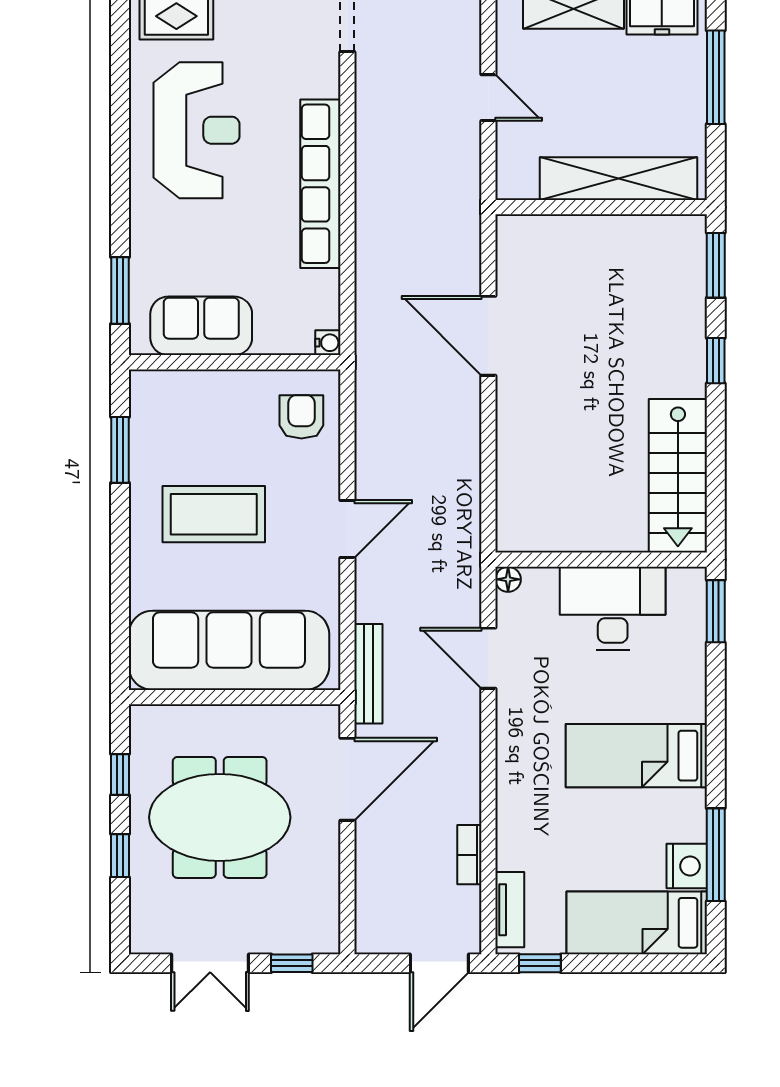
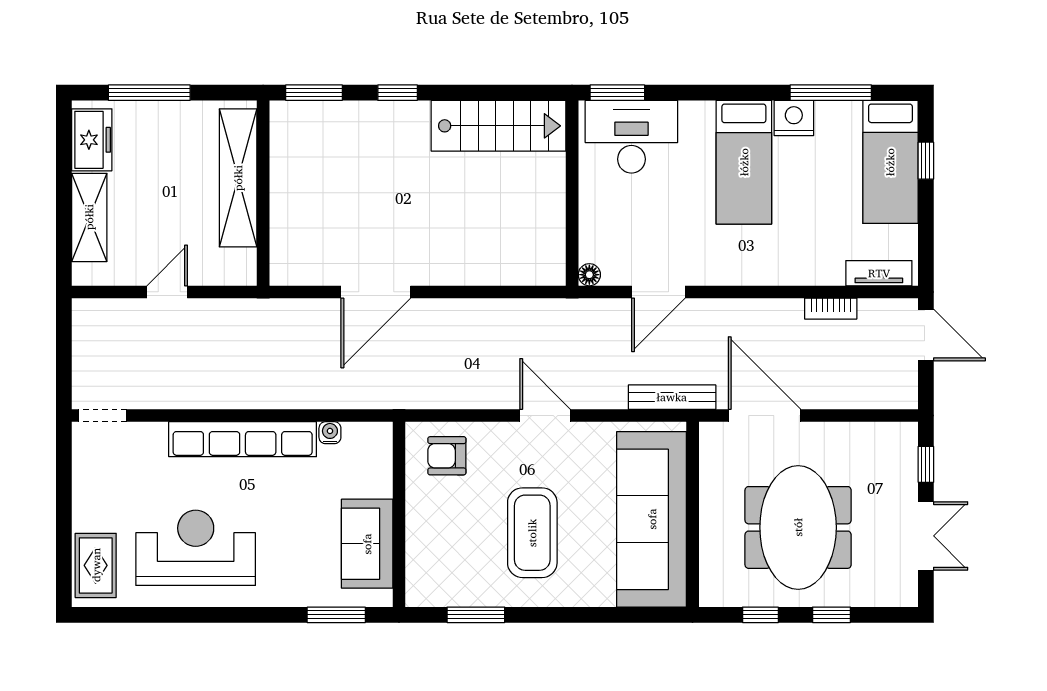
water cooler: (328, 343) -> (330, 433), moved
desk: (613, 608) -> (631, 137), moved, turned 90
nightstand: (687, 866) -> (794, 118), moved
window: (540, 963) -> (926, 161), moved

